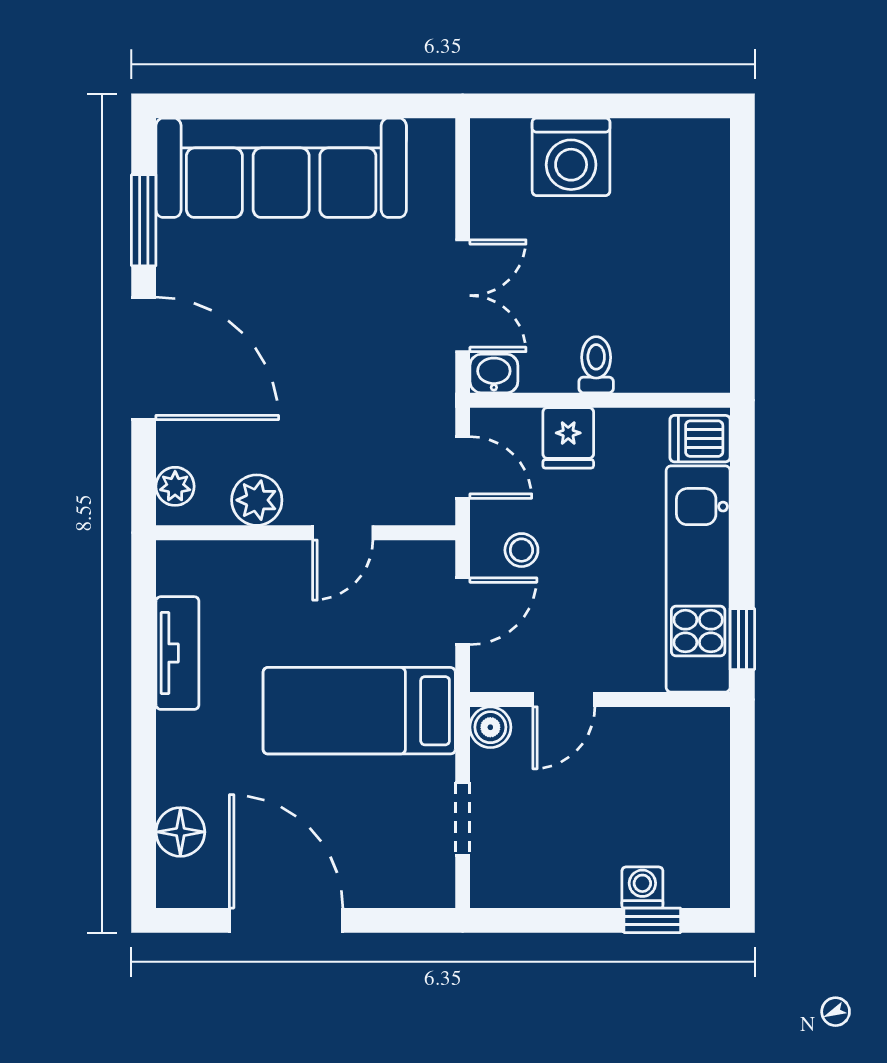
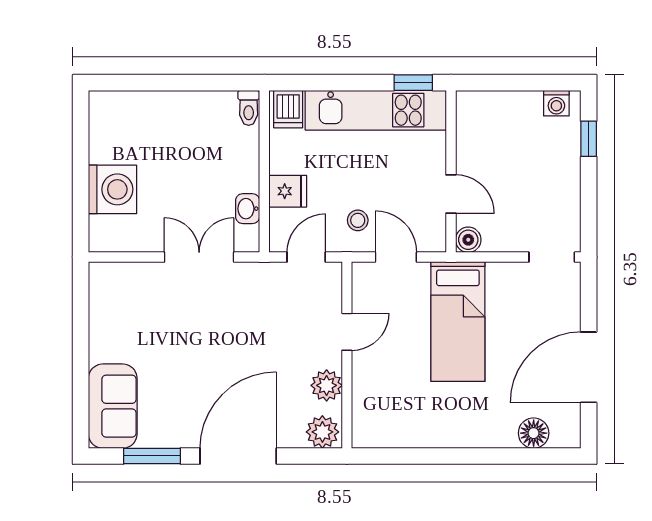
sofa: (281, 168) -> (113, 406), width x0.54, depth x0.79
toilet: (596, 365) -> (249, 108), moved, turned -90
washbasin: (494, 373) -> (248, 209), moved
plant: (175, 486) -> (322, 432), width x1.38, depth x1.38
door: (343, 533) -> (347, 332), hinge flipped
tv unit: (177, 653) -> (422, 435), removed
doorway: (463, 819) -> (552, 257), moved
washing machine: (642, 887) -> (556, 103), moved, turned -90

